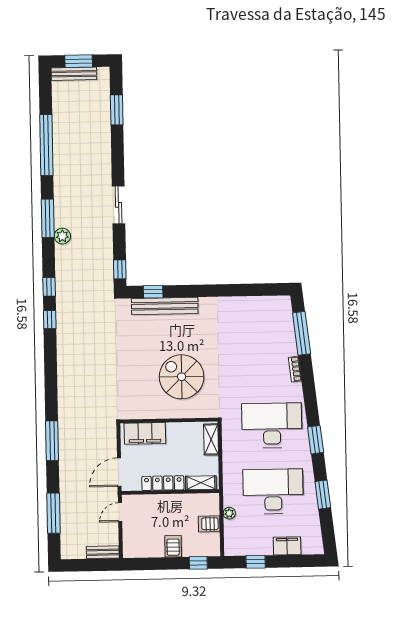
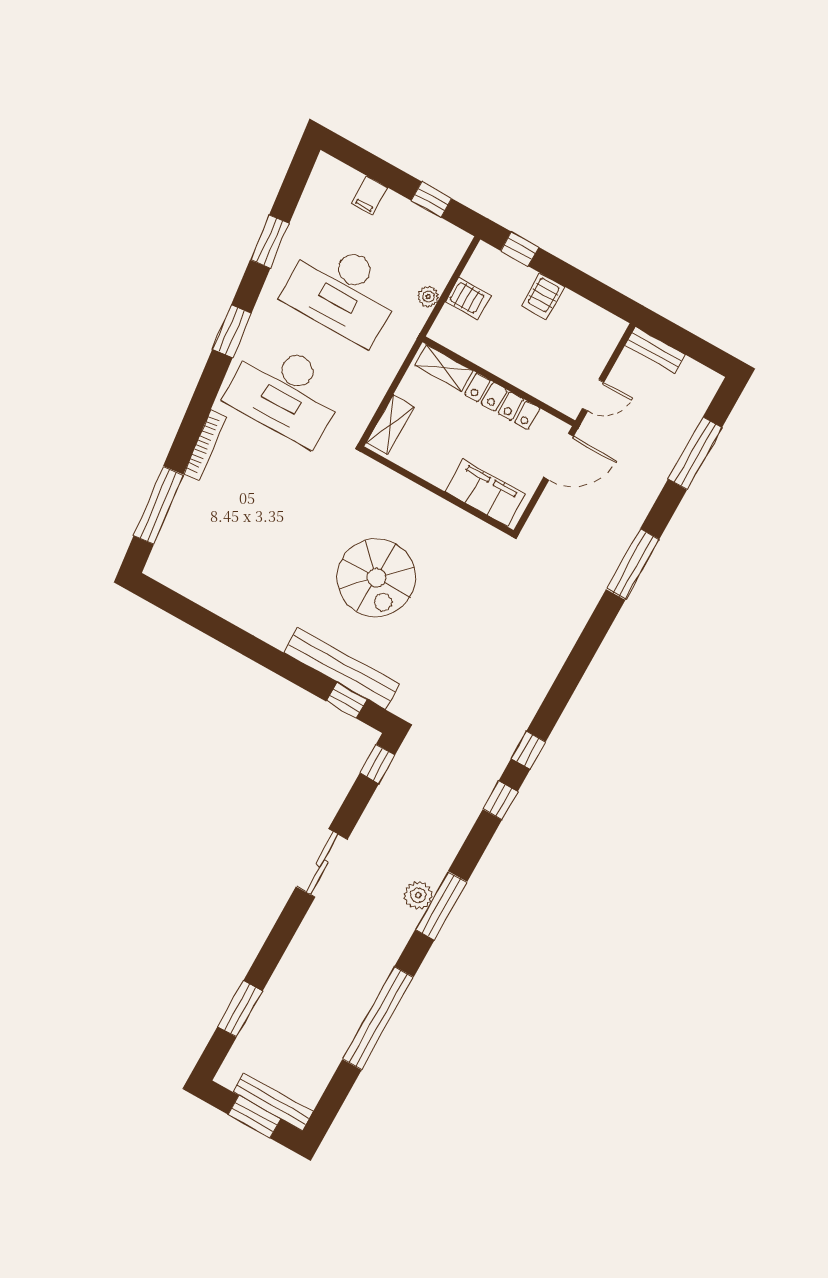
plant: (62, 236) -> (418, 895), moved
bookcase: (295, 369) -> (205, 445), width x1.56
spiral stairs: (182, 377) -> (376, 578), moved
filing cabinet: (287, 546) -> (370, 196), width x0.50

